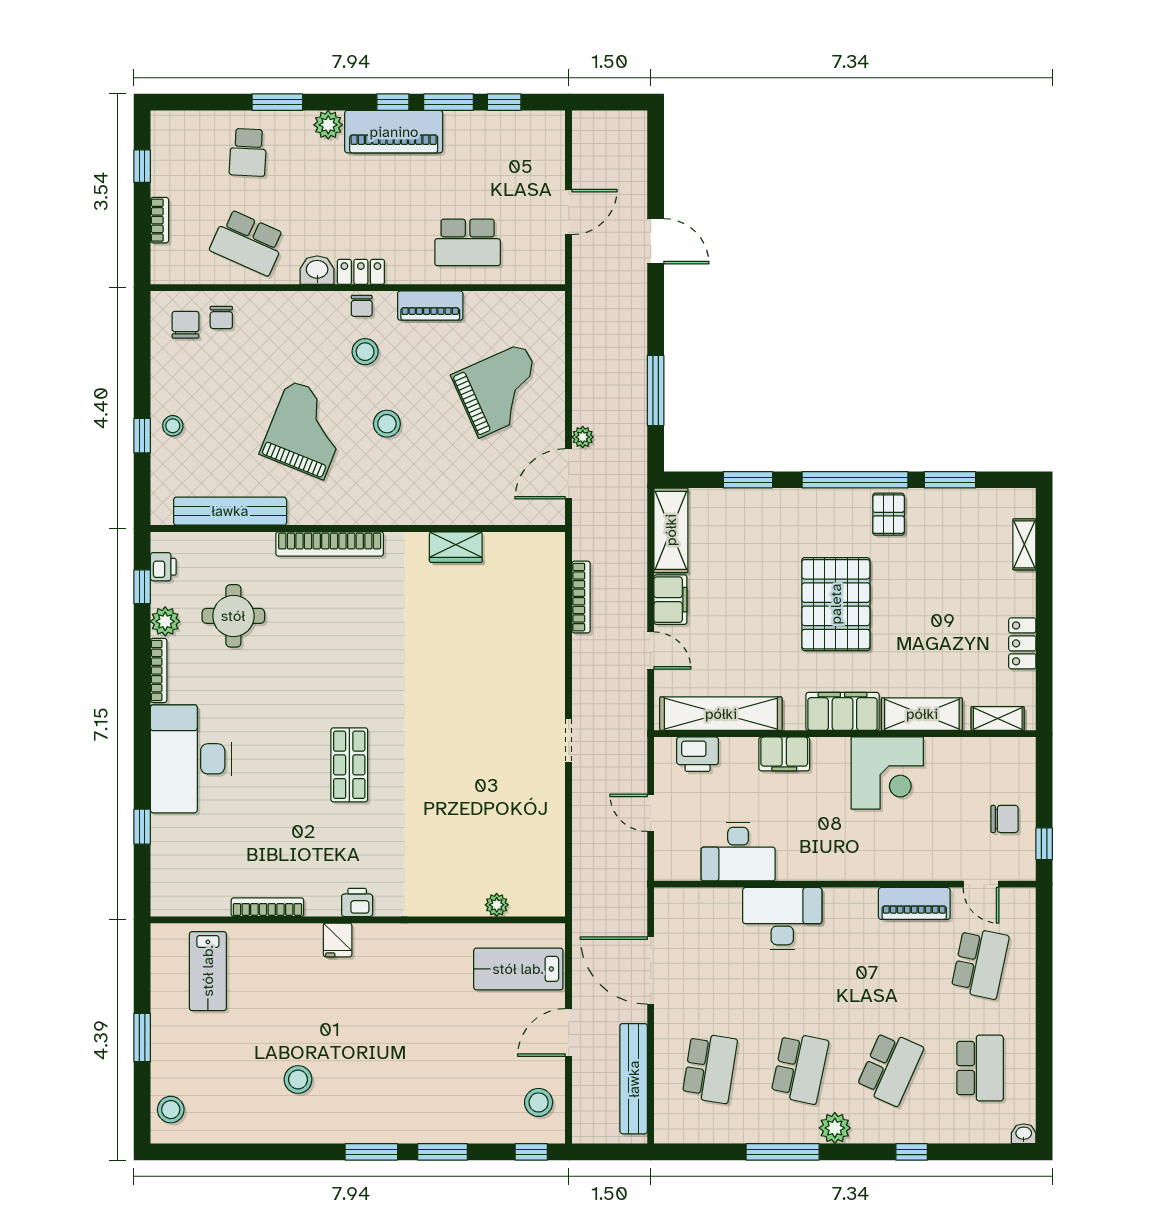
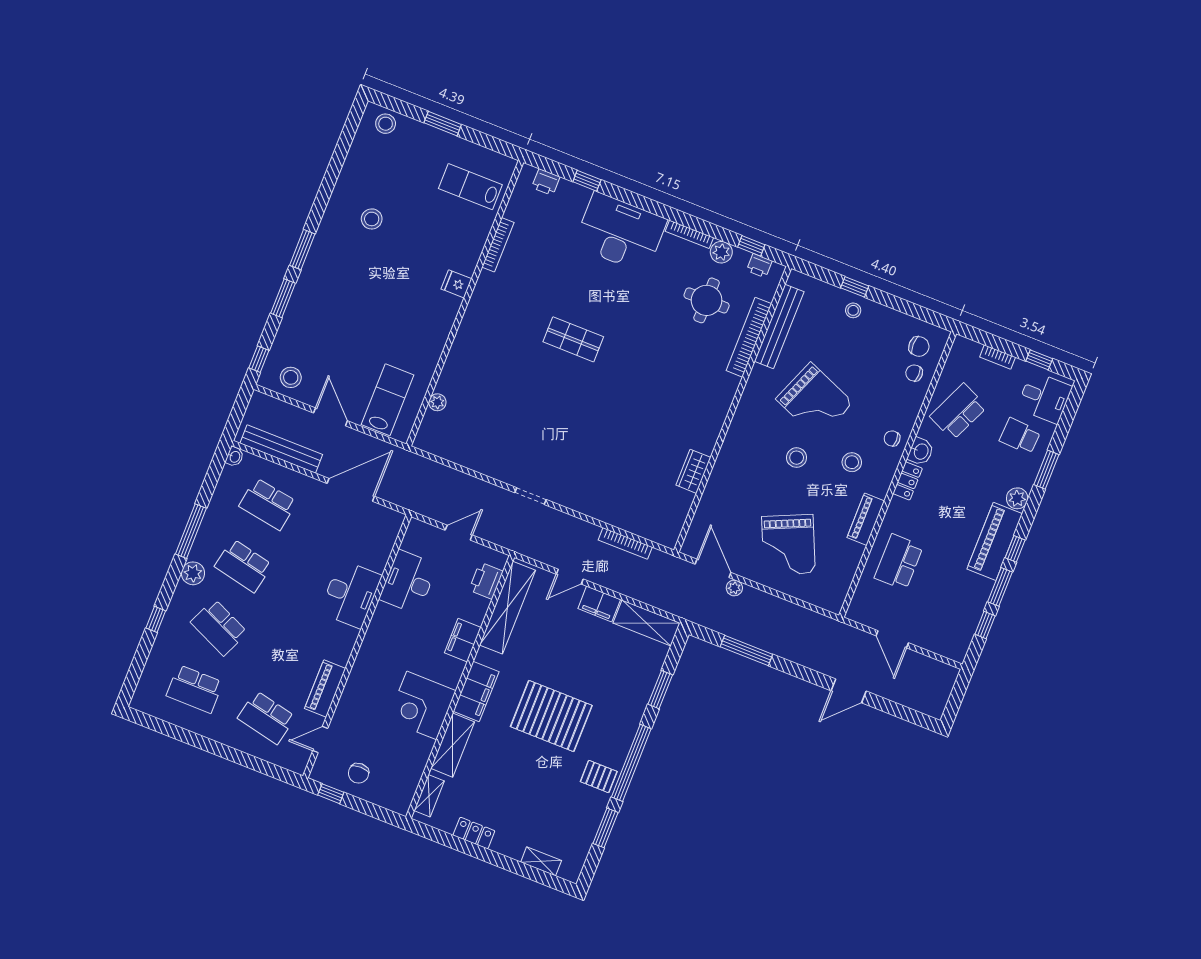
desk: (187, 141) -> (1044, 397), added
chair: (362, 306) -> (892, 438), moved
bookcase: (330, 544) -> (749, 337), moved
printer: (357, 902) -> (546, 182), moved, turned 90
washbasin: (1024, 1134) -> (235, 457), moved

